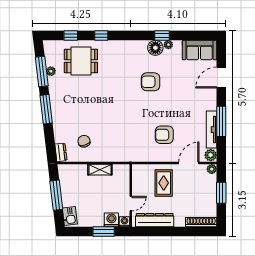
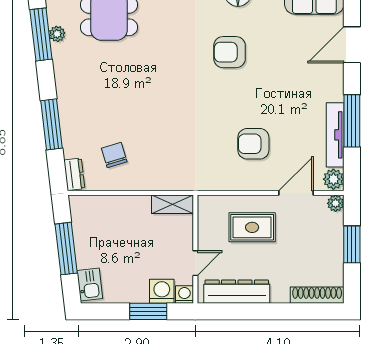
window: (46, 109) -> (52, 124), moved
shelving: (100, 170) -> (172, 204), moved
rug: (164, 183) -> (252, 227), turned 90

